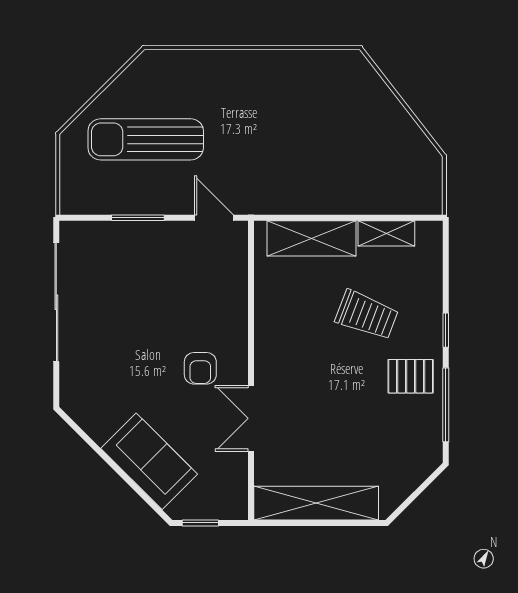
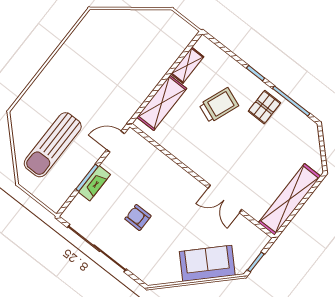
fireplace: (138, 233) -> (94, 183), added
armchair: (200, 368) -> (138, 217), moved, turned 180

